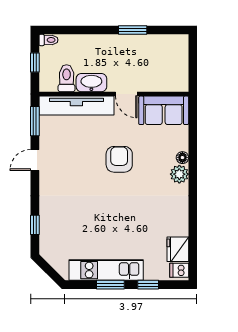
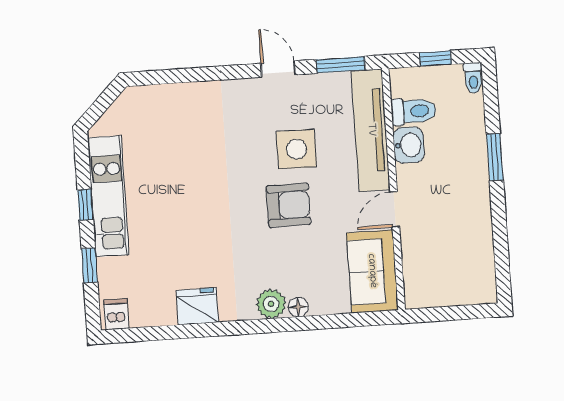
window: (133, 30) -> (495, 157), moved
washbasin: (91, 83) -> (409, 145), width x0.72
side table: (85, 152) -> (297, 149), added
window: (35, 225) -> (173, 76), removed
fridge: (178, 249) -> (197, 306), moved
window: (110, 285) -> (85, 205), width x0.67

